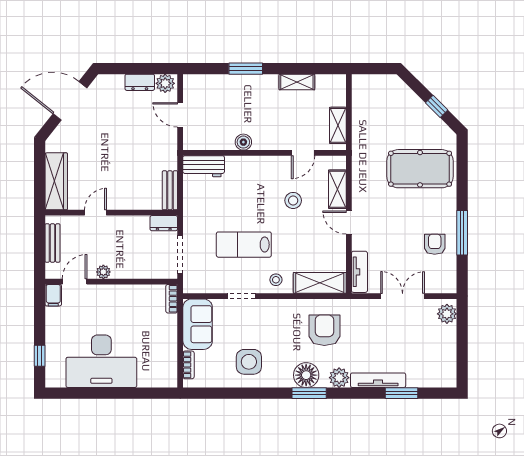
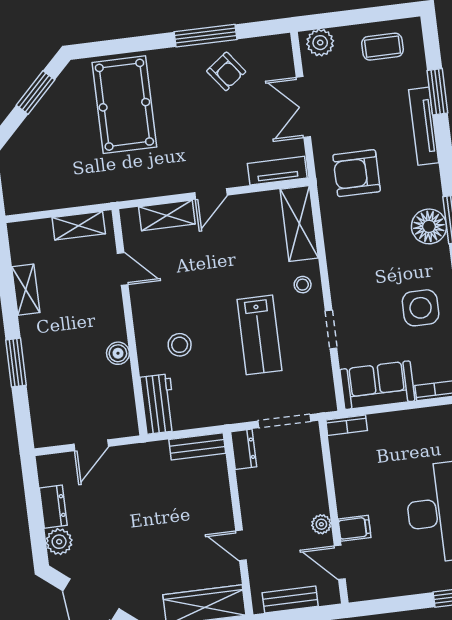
plant: (165, 83) -> (59, 542), moved
window: (437, 106) -> (36, 93), width x1.50
stool: (293, 200) -> (180, 345), moved
armchair: (435, 244) -> (226, 71), turned -127
filing cabinet: (53, 295) -> (355, 528), moved
armchair: (324, 330) -> (357, 173), moved
coffee table: (438, 358) -> (382, 47), added
plant: (339, 378) -> (427, 180), removed

